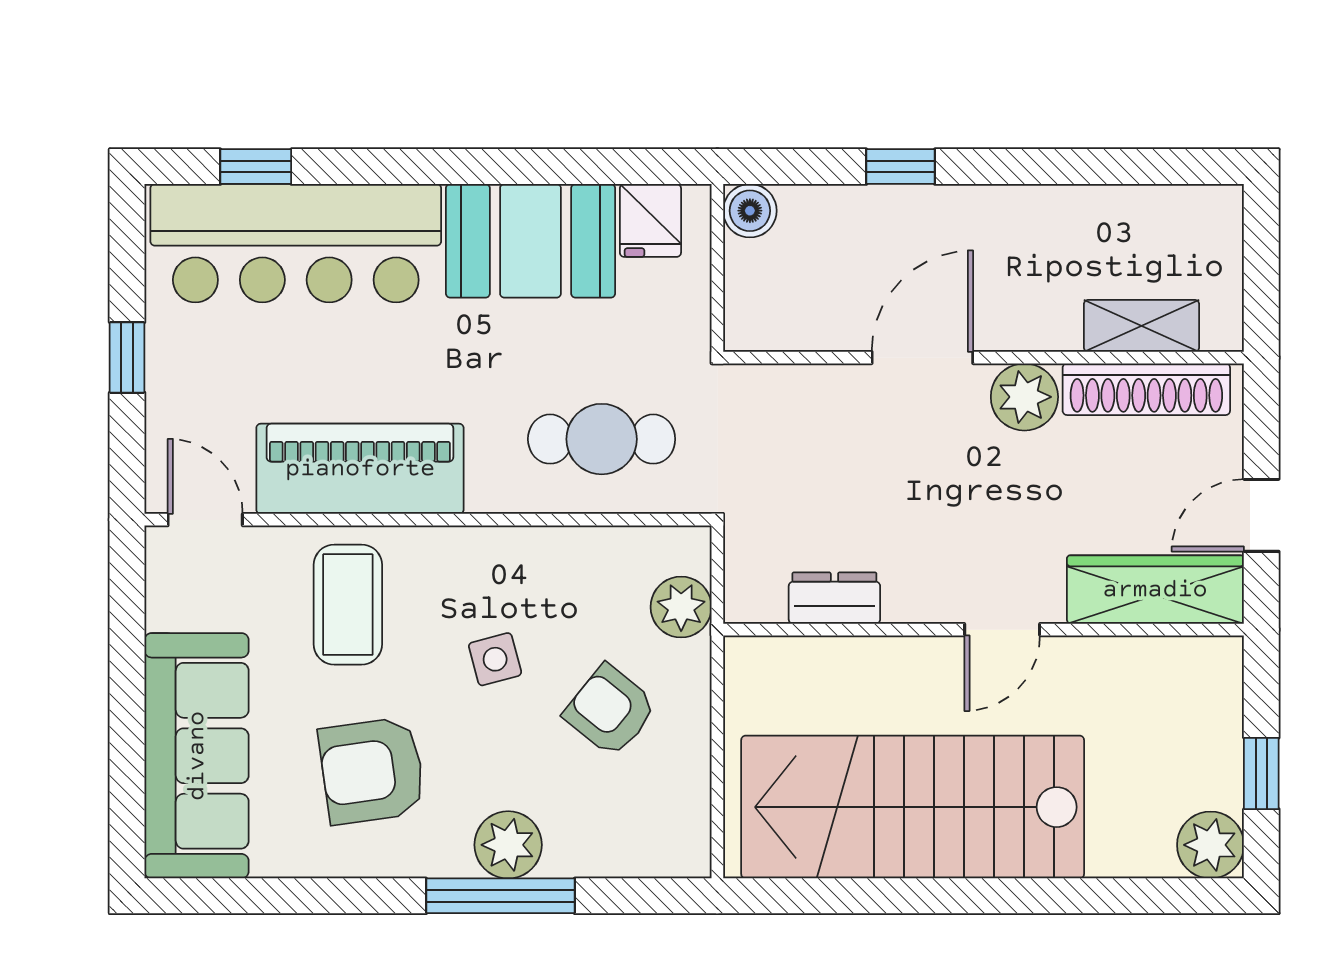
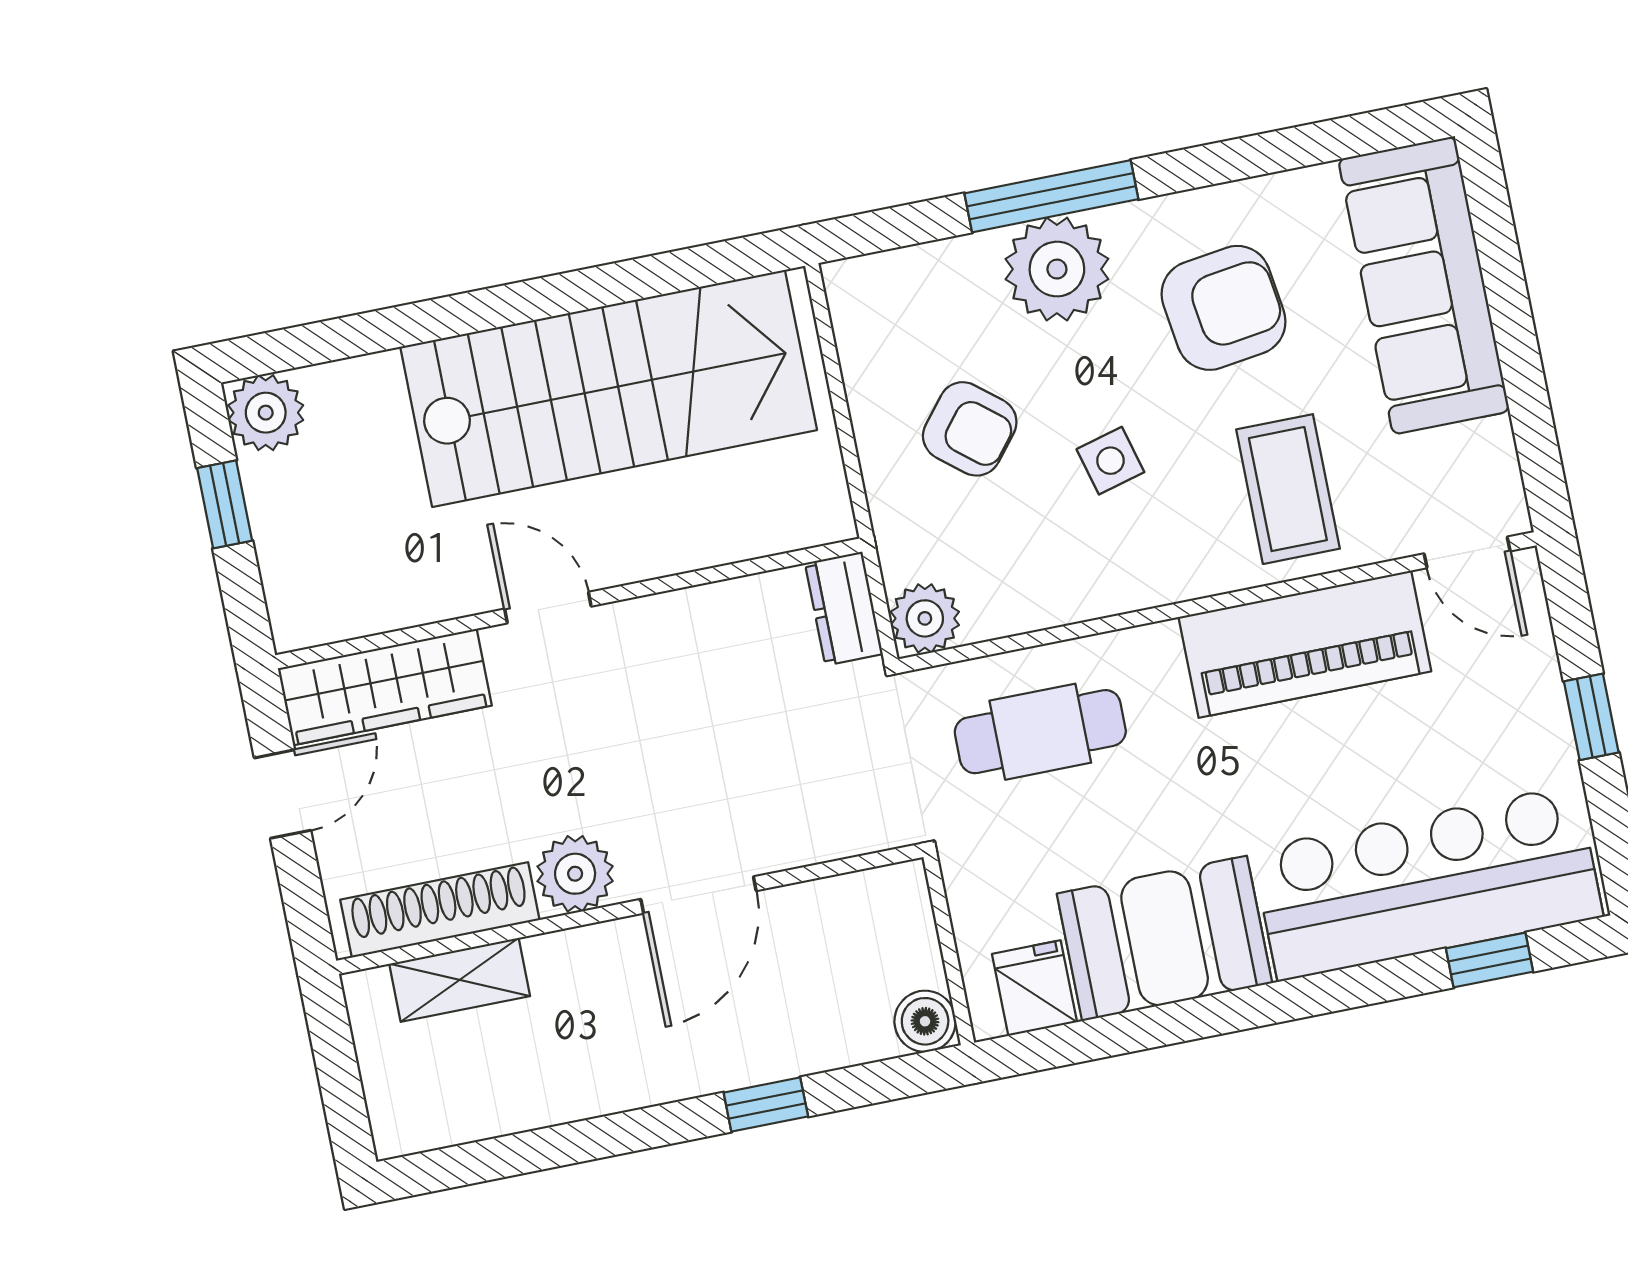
dresser: (834, 598) -> (844, 609), moved, turned 90
plant: (681, 607) -> (925, 618), moved
door: (1002, 630) -> (548, 608), hinge flipped
plant: (508, 845) -> (1057, 269), width x1.36, depth x1.36

